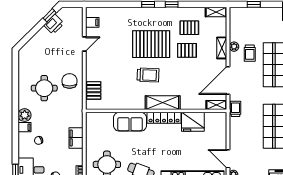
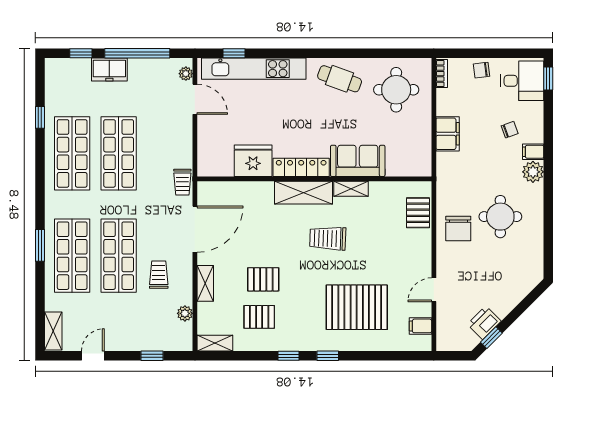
pallet: (151, 44) -> (357, 307), moved
plant: (234, 47) -> (185, 313), moved
shelving: (216, 105) -> (351, 189), moved

